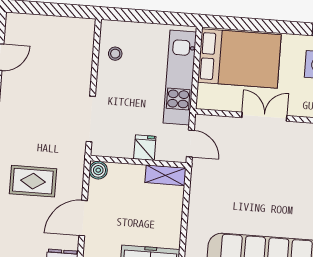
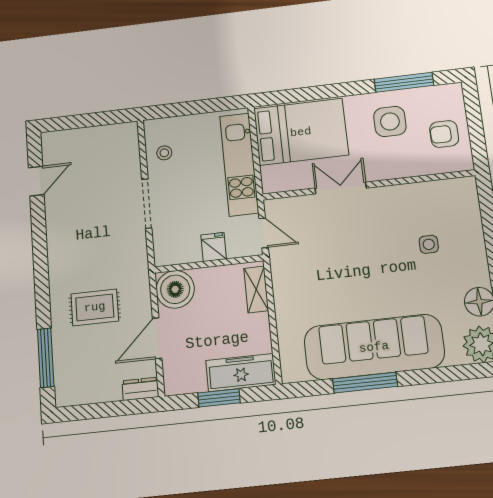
doorway: (91, 119) -> (147, 204), moved
boiler: (98, 170) -> (175, 289), width x1.86, depth x1.86
shelving: (166, 175) -> (256, 290), moved, turned 90

